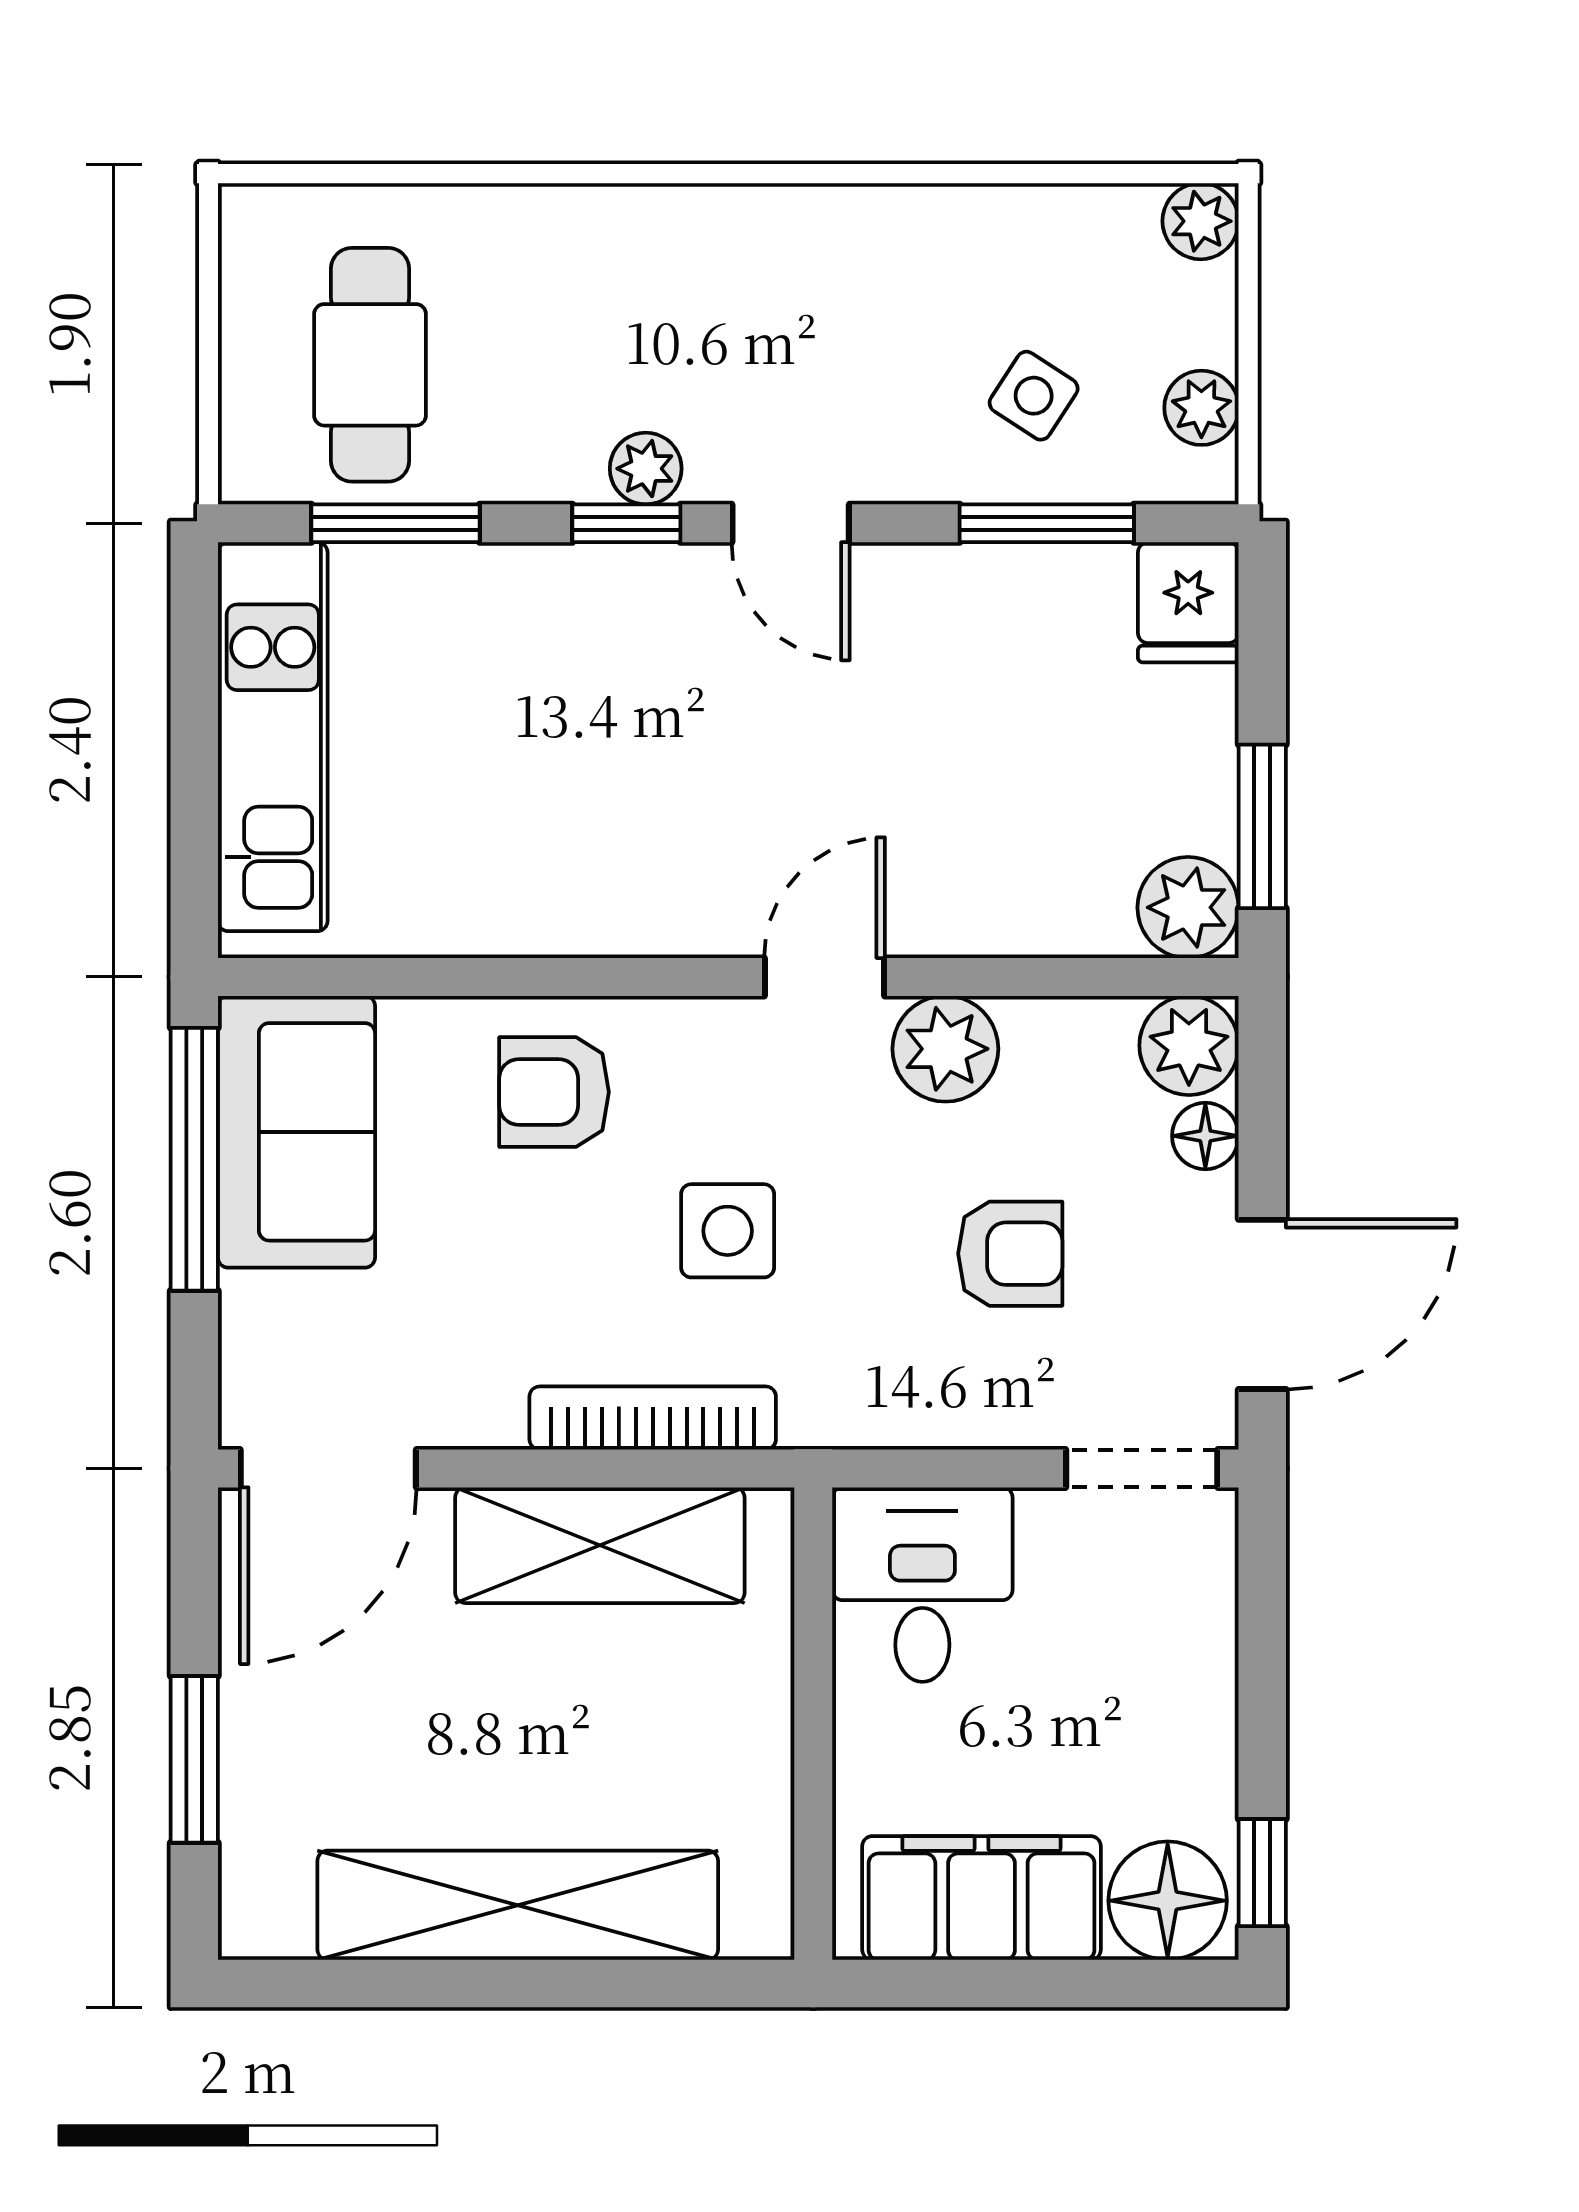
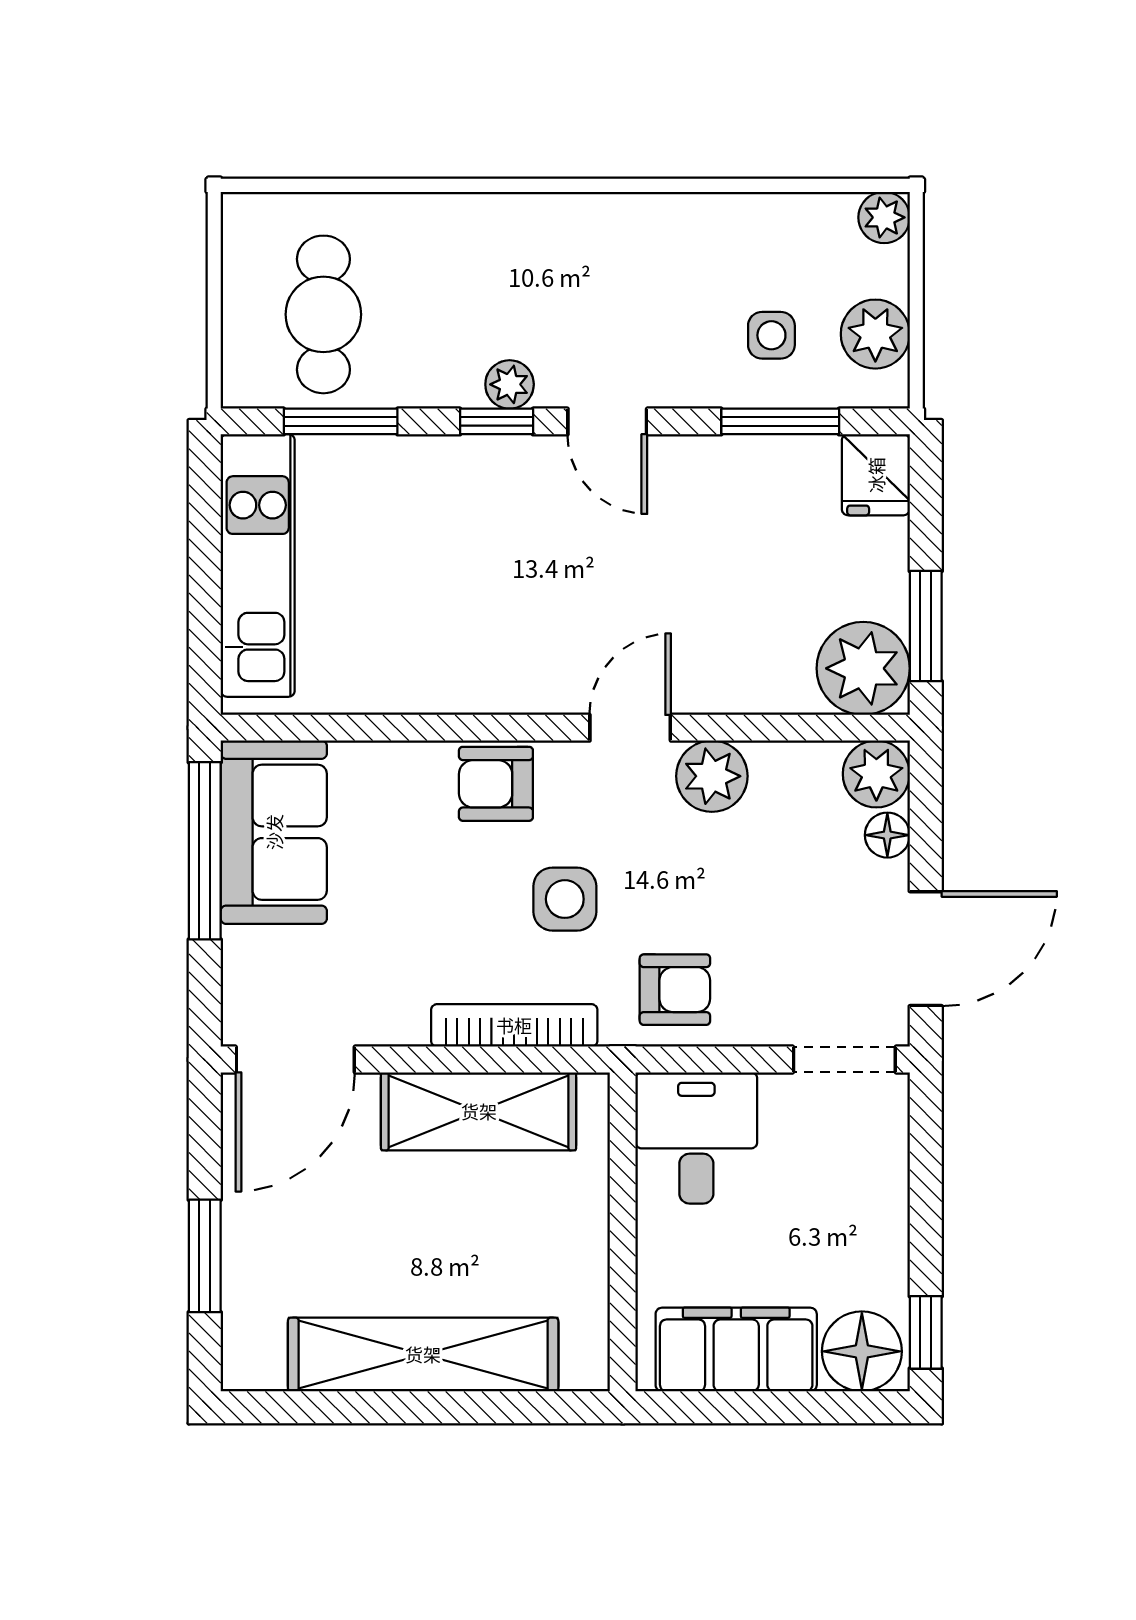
side table: (1034, 396) -> (771, 335), turned -33
plant: (1201, 408) -> (875, 334), width x1.38, depth x1.38
plant: (1188, 907) -> (863, 668), width x1.36, depth x1.36
armchair: (554, 1092) -> (496, 784), moved
armchair: (1010, 1254) -> (675, 990), moved

